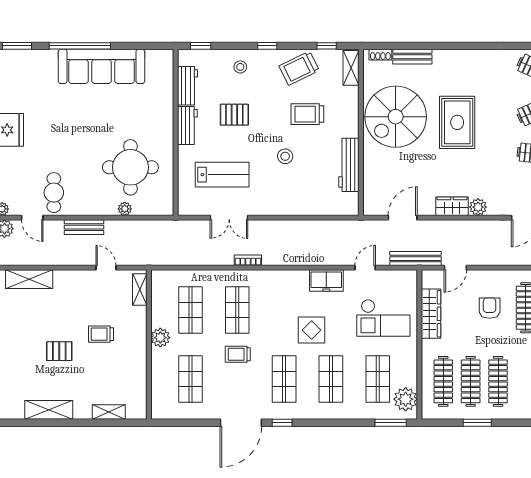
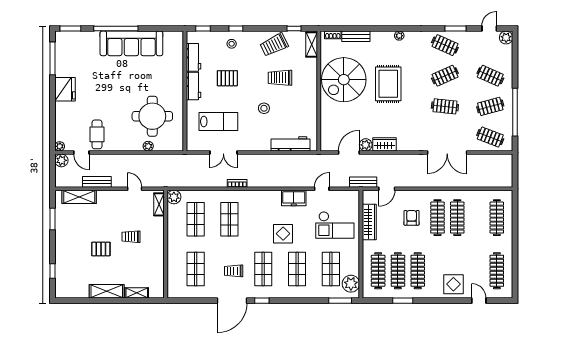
window: (267, 46) -> (236, 29), moved
plant: (472, 56) -> (399, 36), added
workbench: (349, 165) -> (290, 144), moved, turned 90
plant: (478, 207) -> (366, 145), moved
bench: (84, 227) -> (97, 182), moved
bench: (416, 259) -> (363, 182), width x0.73
plant: (160, 338) -> (174, 197), moved
trolley: (238, 354) -> (234, 271), moved
shelving: (49, 410) -> (107, 291), moved

